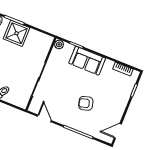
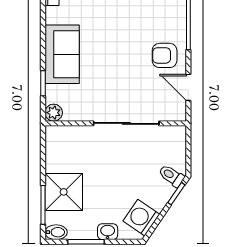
armchair: (86, 103) -> (165, 55), moved, turned 106
door: (44, 118) -> (188, 87), hinge flipped

